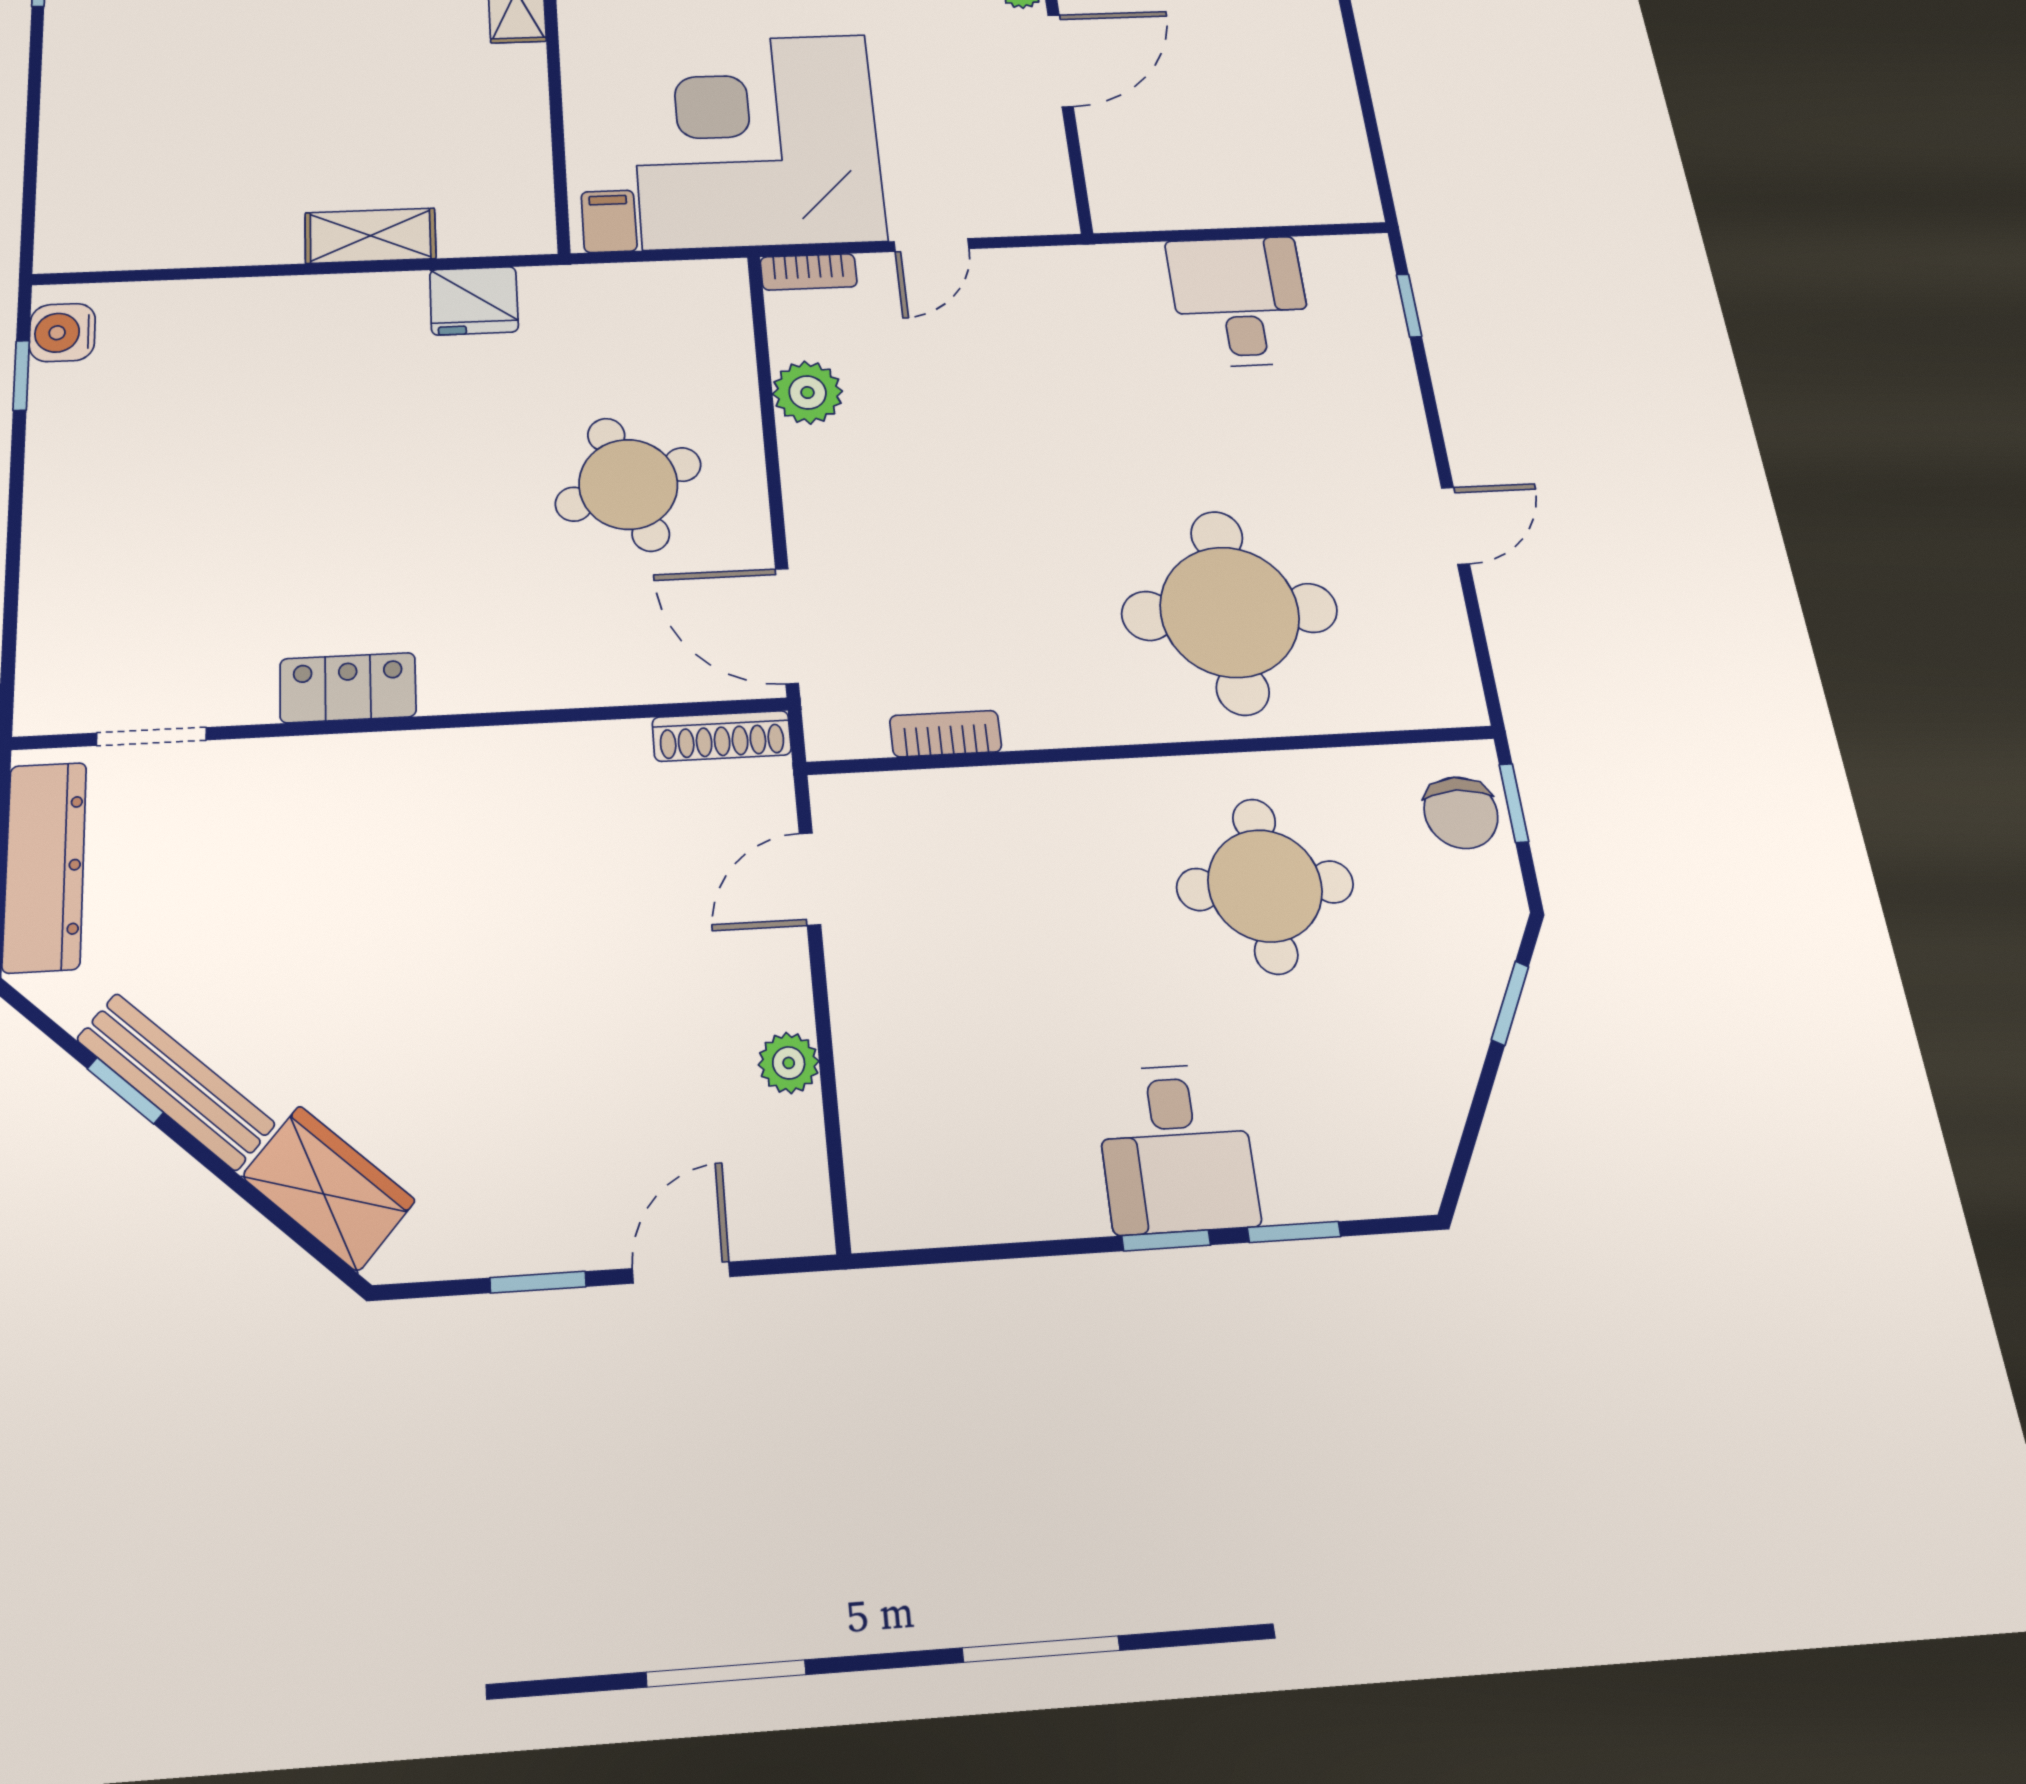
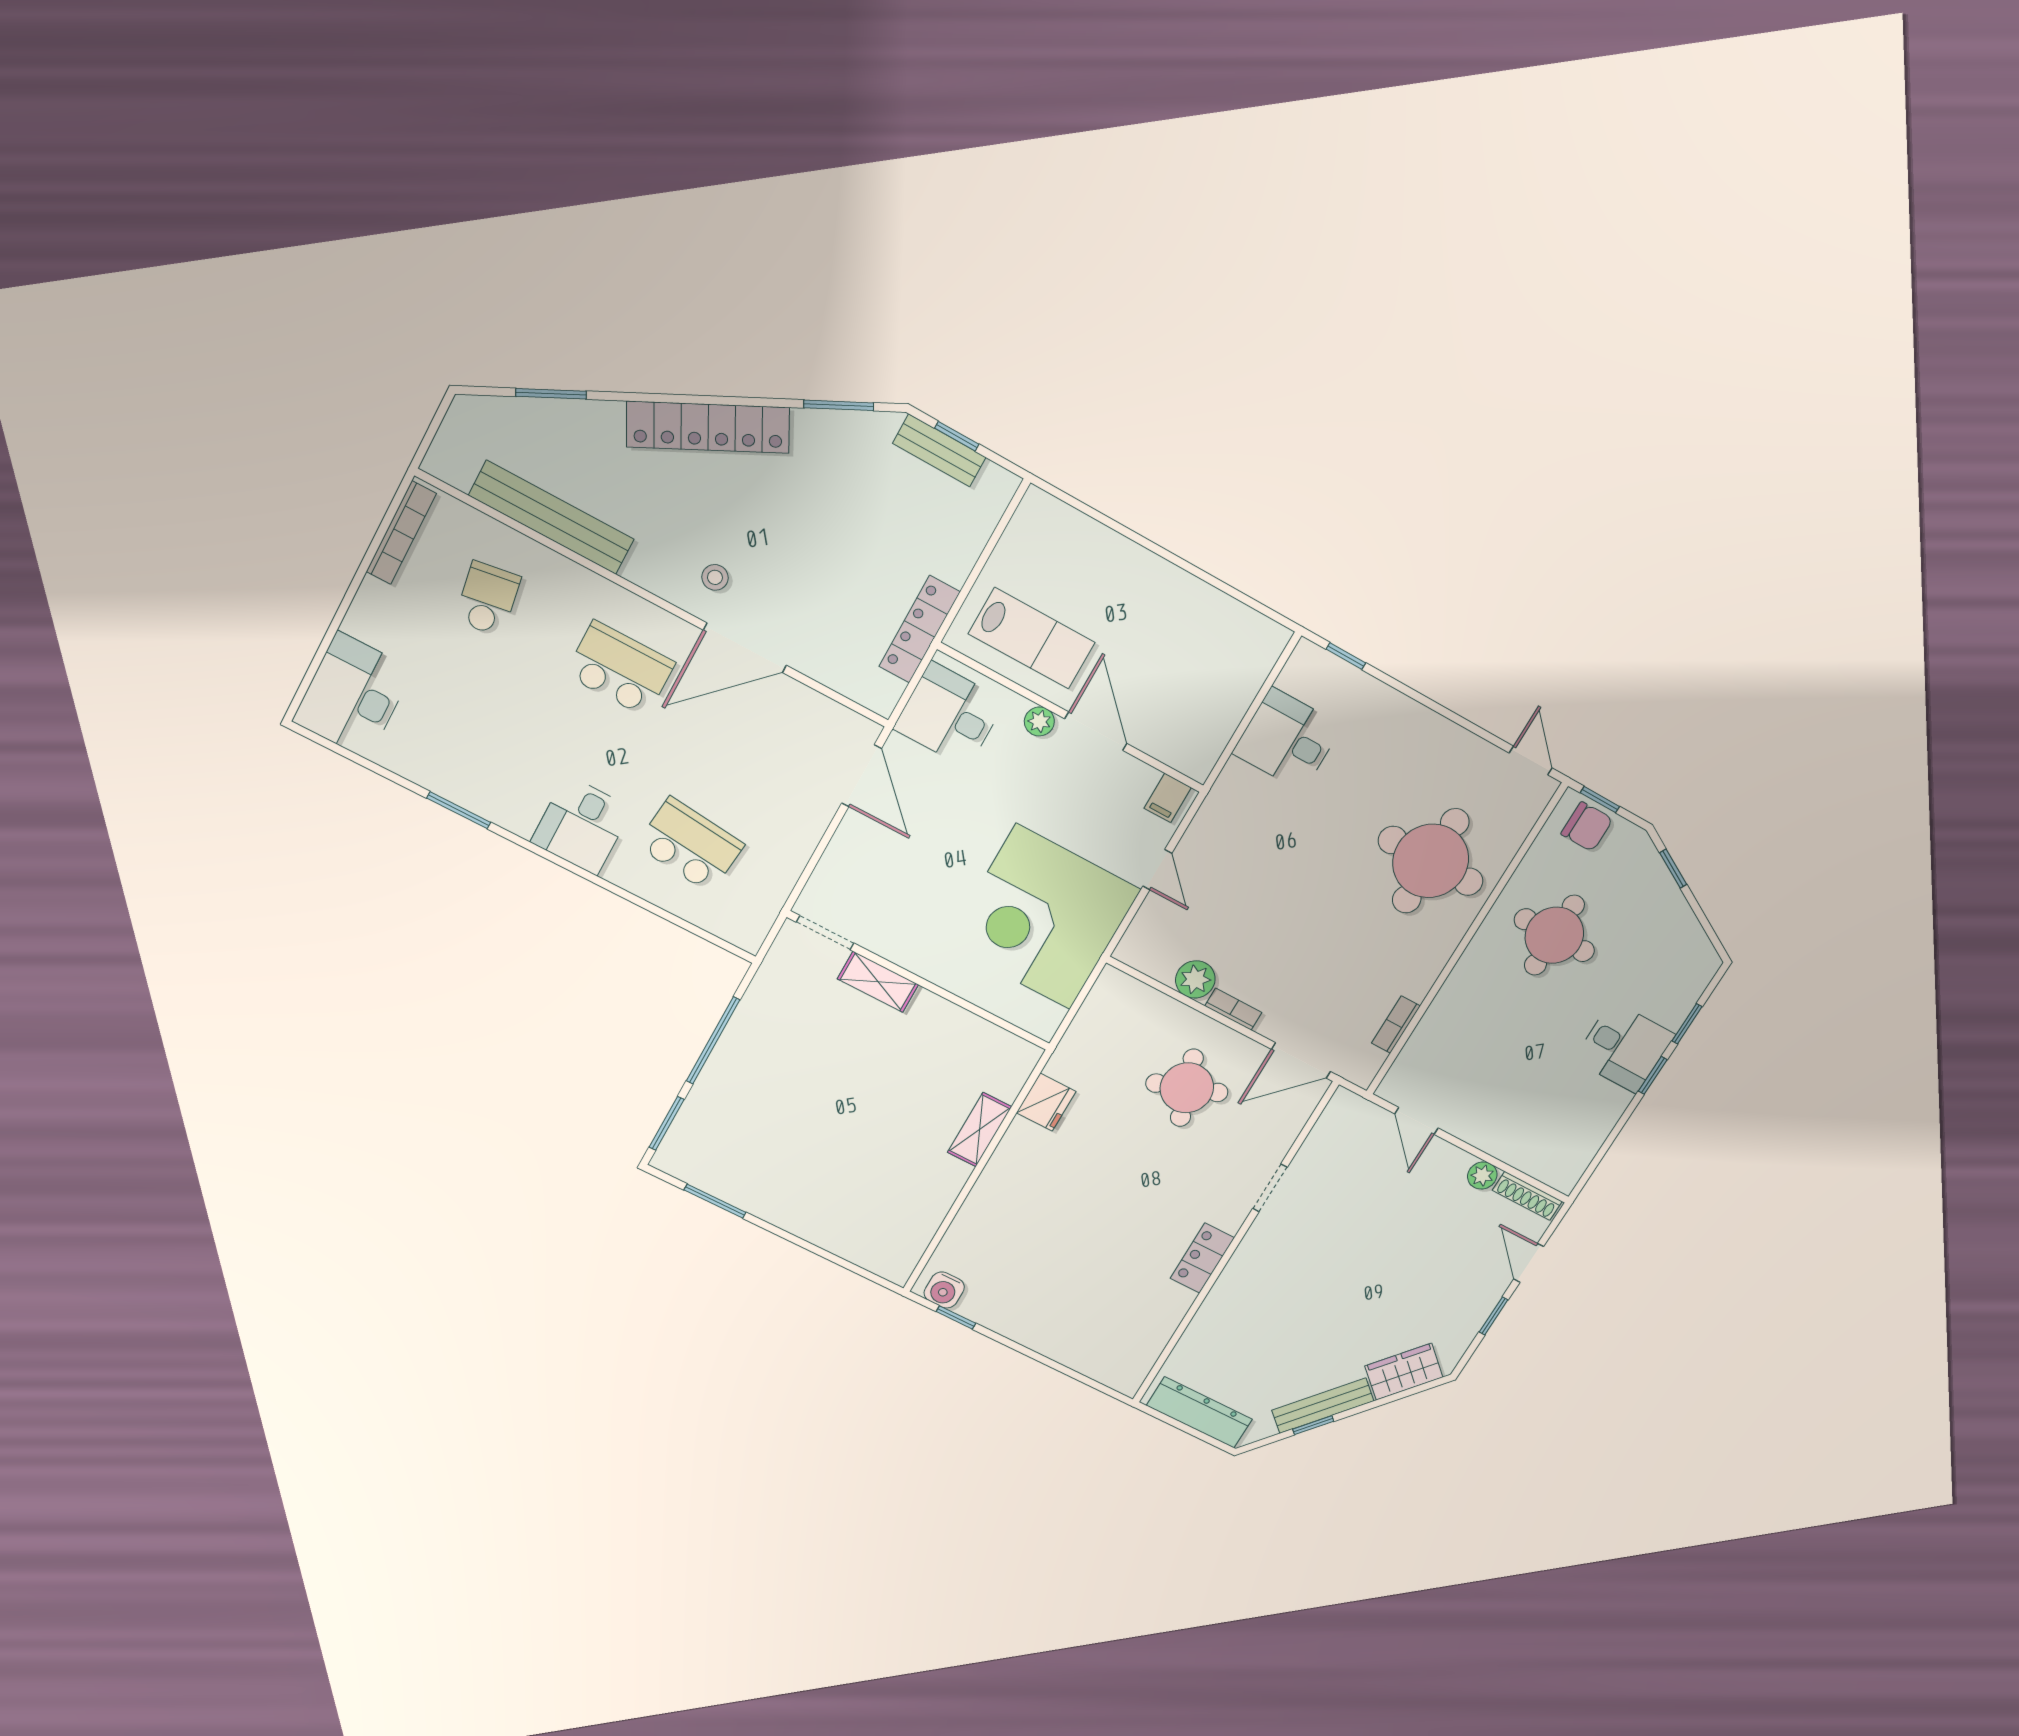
filing cabinet: (609, 221) -> (1168, 798), moved, turned -90
bookcase: (809, 272) -> (1233, 1009), moved, turned -90
door: (1455, 526) -> (1531, 760), moved
doorway: (151, 736) -> (1270, 1188), moved
shoe rack: (722, 736) -> (1527, 1196), moved, turned 90

